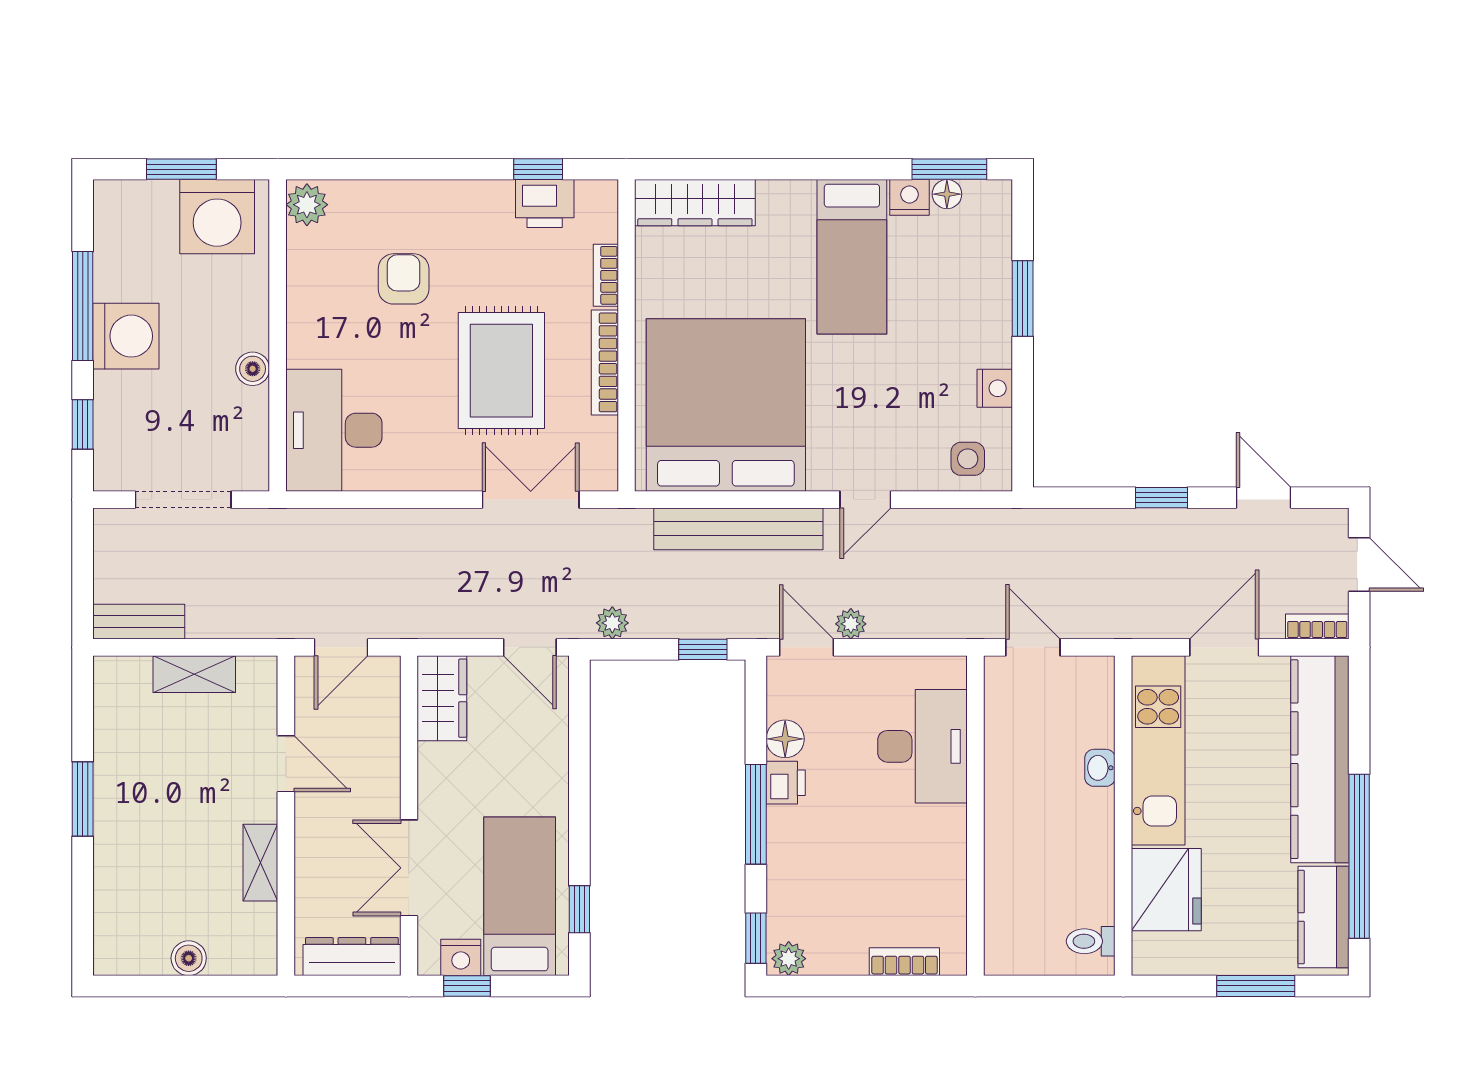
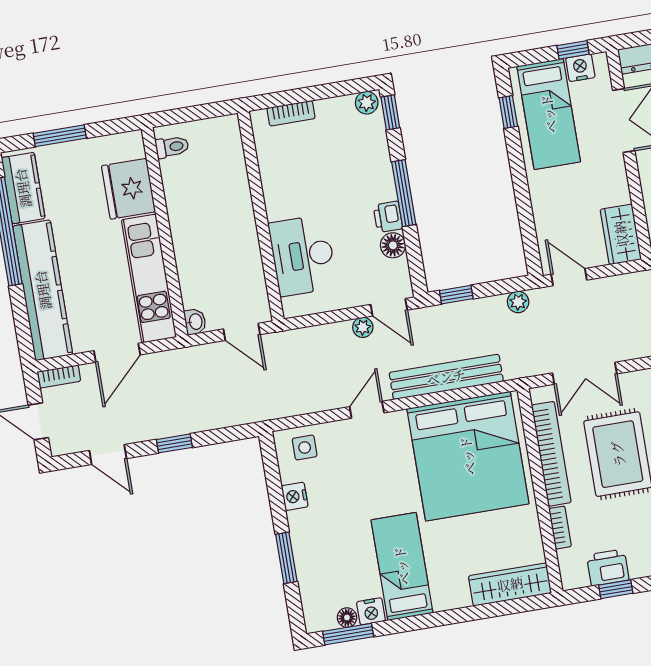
bookcase: (605, 362) -> (551, 454), width x1.48, depth x1.31
washbasin: (1100, 768) -> (195, 322), moved

